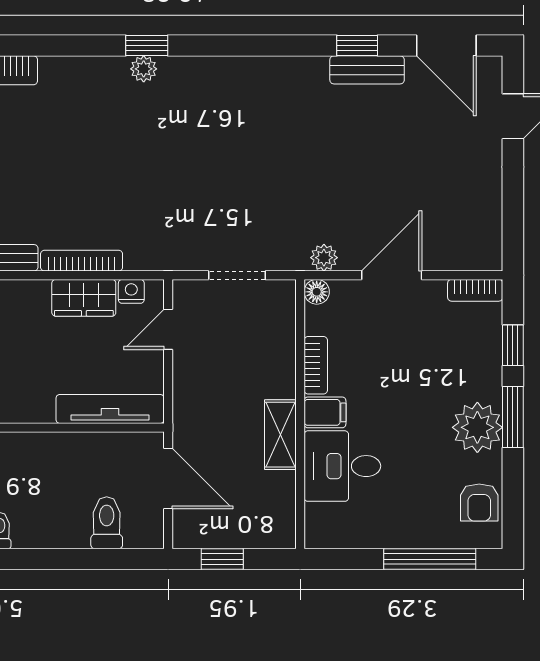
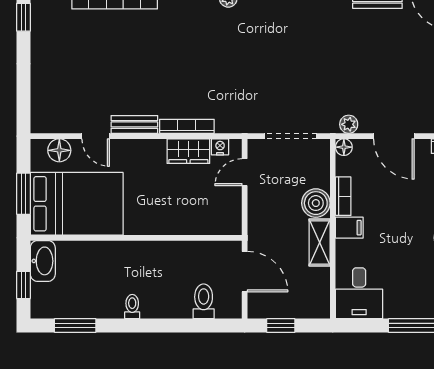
doorway: (237, 275) -> (291, 136), width x1.38
door: (392, 275) -> (394, 136), swing flipped
boiler: (275, 376) -> (316, 203), added
tv unit: (110, 409) -> (206, 225), removed
desk: (342, 466) -> (359, 293), moved, turned -90

